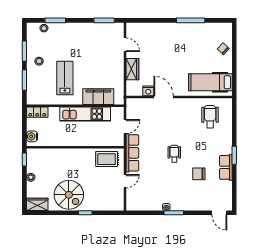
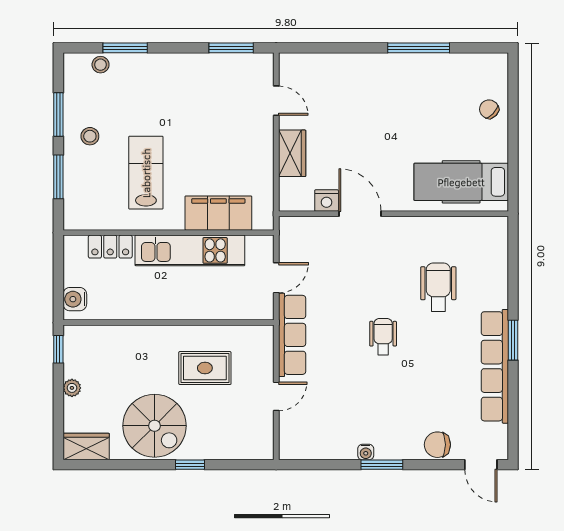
locker: (37, 112) -> (110, 247), moved
wheelchair: (210, 117) -> (438, 287), moved
rug: (107, 159) -> (205, 368), moved
row of seats: (226, 167) -> (495, 366), width x2.02
chair: (199, 174) -> (437, 445), moved

